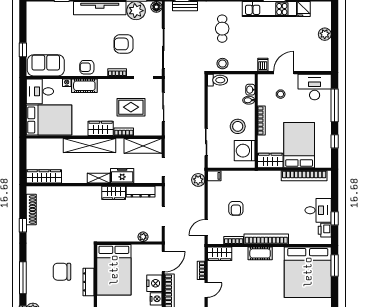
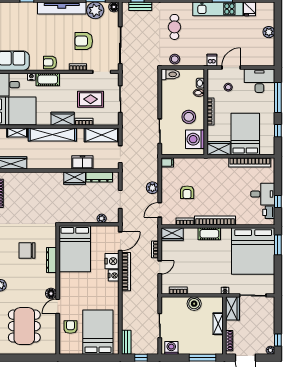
shelving: (99, 178) -> (17, 133), moved
plant: (198, 180) -> (152, 188), moved

